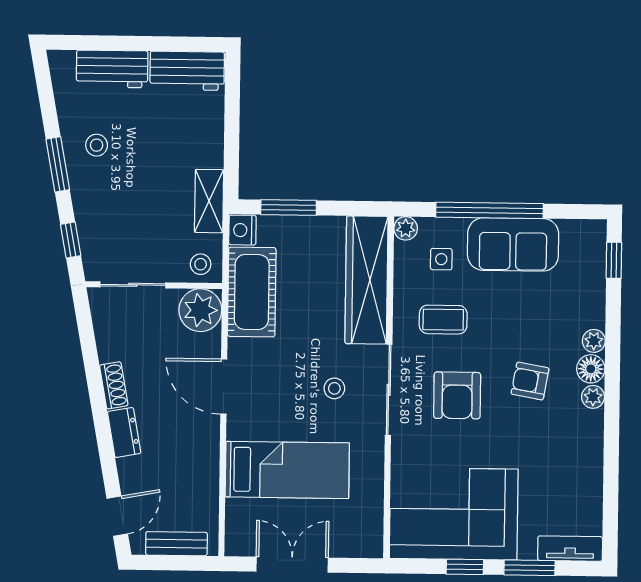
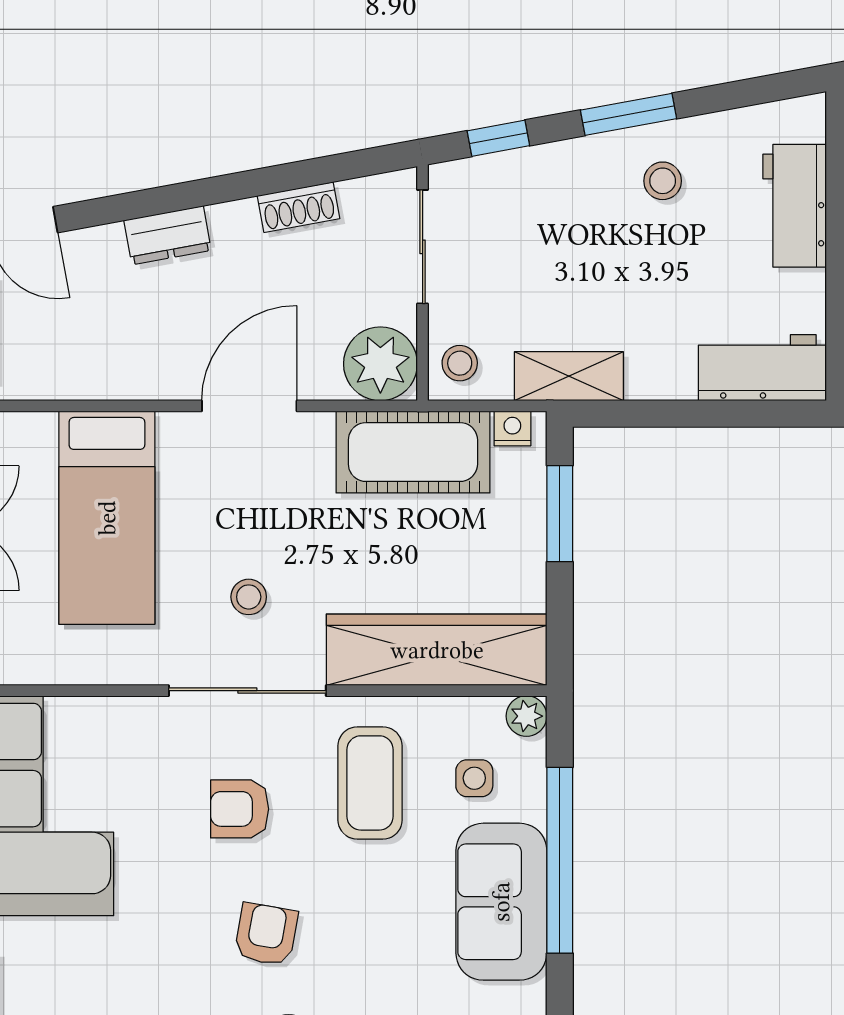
workbench: (187, 71) -> (762, 368), moved, turned 90
nightstand: (242, 230) -> (512, 428), width x0.72, depth x0.74
coffee table: (443, 320) -> (370, 783), width x1.36, depth x1.30
shoe rack: (114, 385) -> (299, 207), moved
armchair: (457, 395) -> (240, 809), width x0.72, depth x0.72

